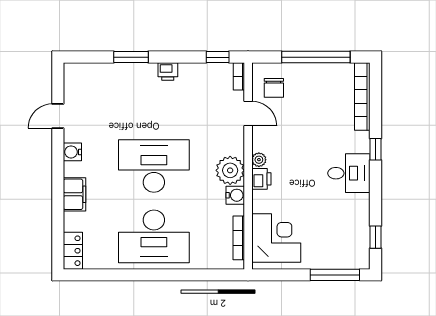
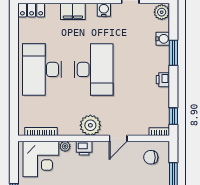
plant: (76, 73) -> (162, 12), added
door: (248, 113) -> (118, 138), moved
plant: (259, 160) -> (65, 146), moved
water cooler: (235, 195) -> (163, 39), moved, turned -90

